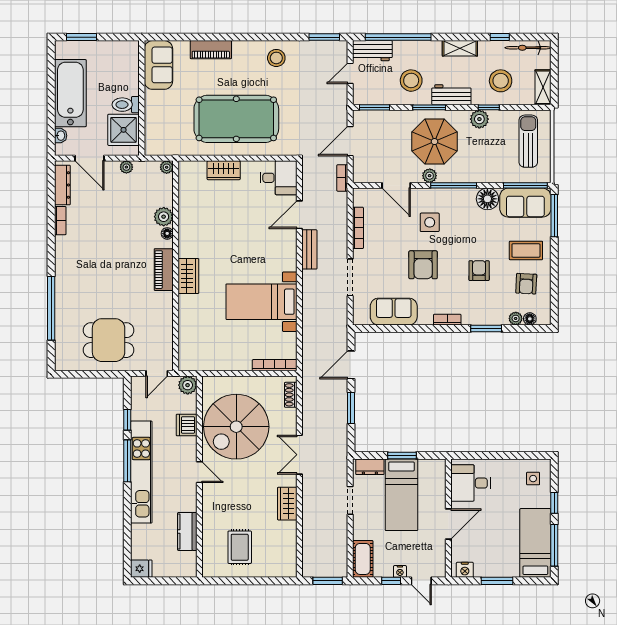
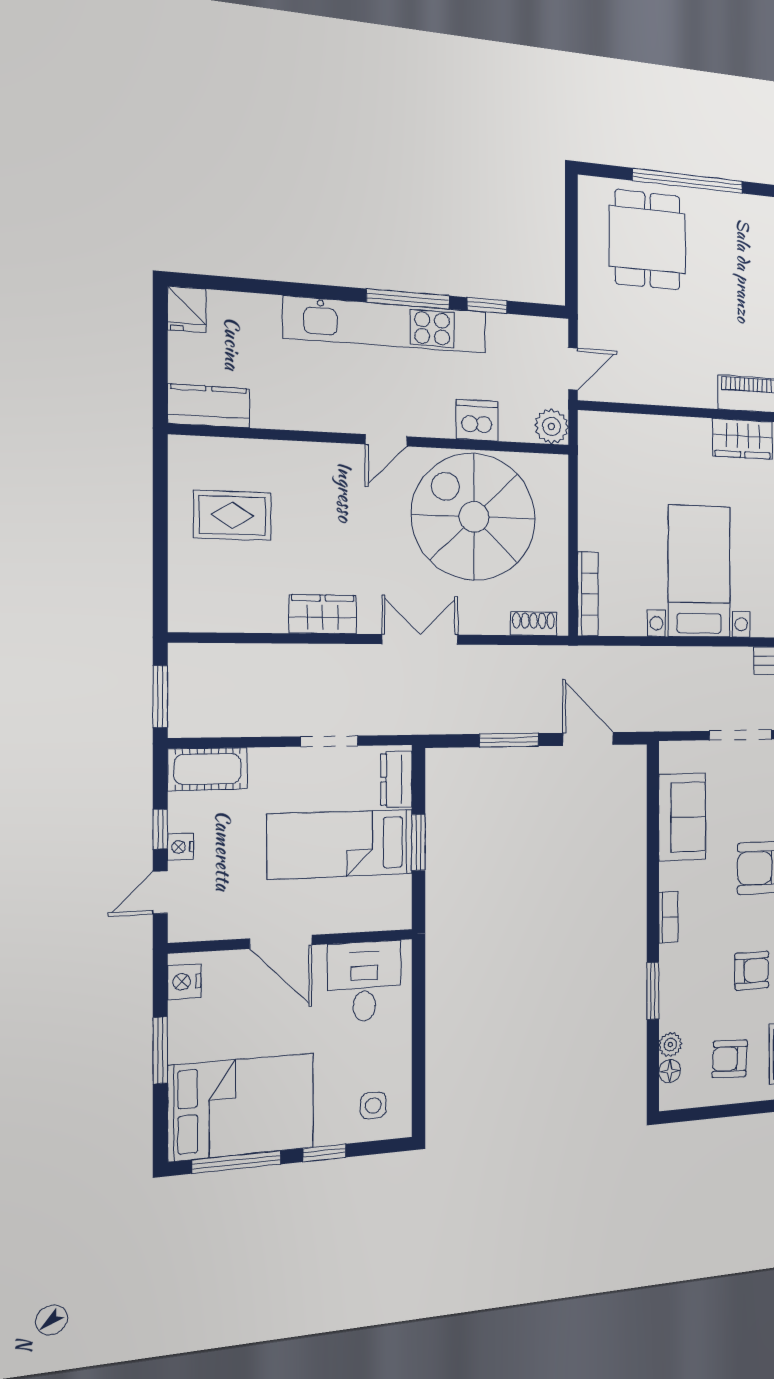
dining table: (109, 340) -> (648, 240), moved
door: (157, 373) -> (573, 369), swing flipped
kitchen counter: (187, 531) -> (209, 406), moved
bed: (535, 543) -> (241, 1107), width x1.50

